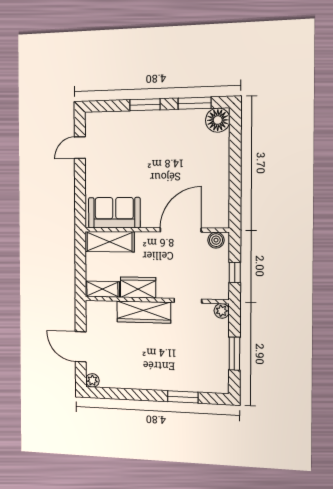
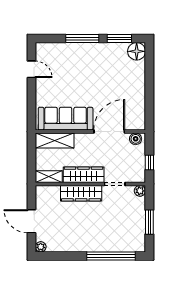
window: (145, 105) -> (82, 39), width x1.44
door: (80, 148) -> (31, 69), swing flipped
sofa: (114, 213) -> (66, 119), width x1.36
wardrobe: (138, 288) -> (84, 175), width x1.50
window: (183, 397) -> (111, 256), width x2.11

